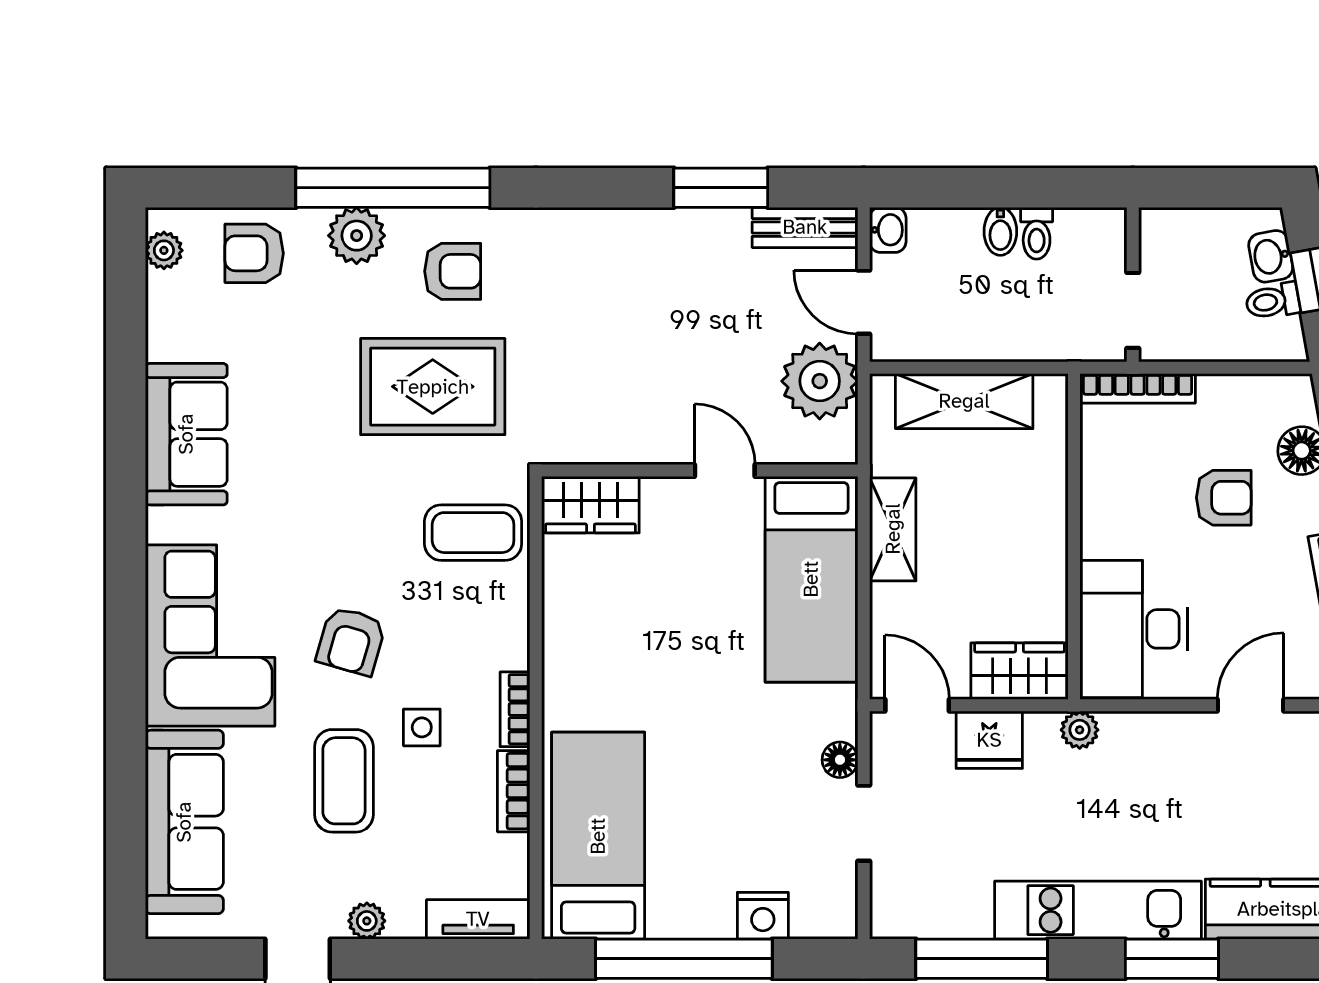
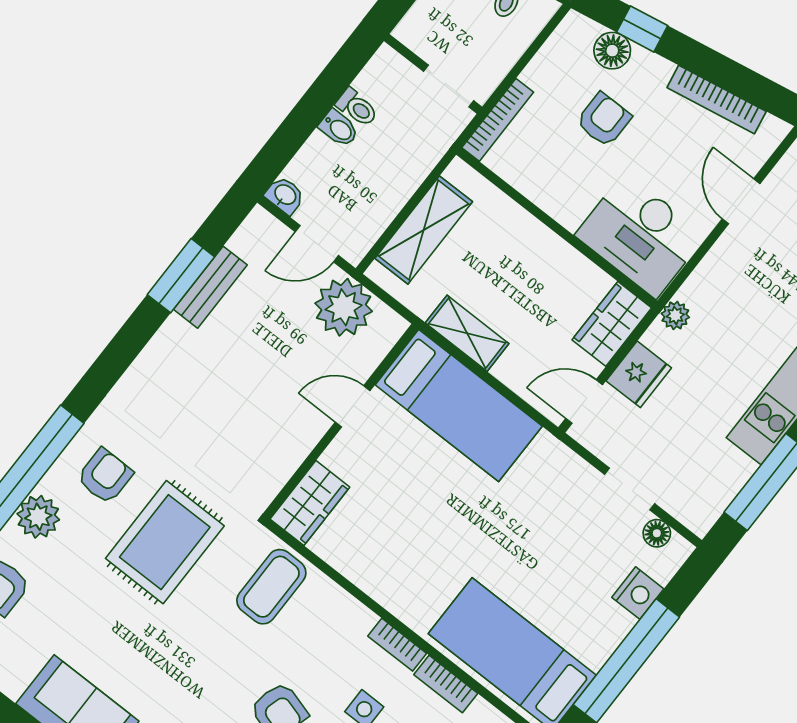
bench: (805, 227) -> (210, 287), moved
floor lamp: (840, 760) -> (657, 533), moved

